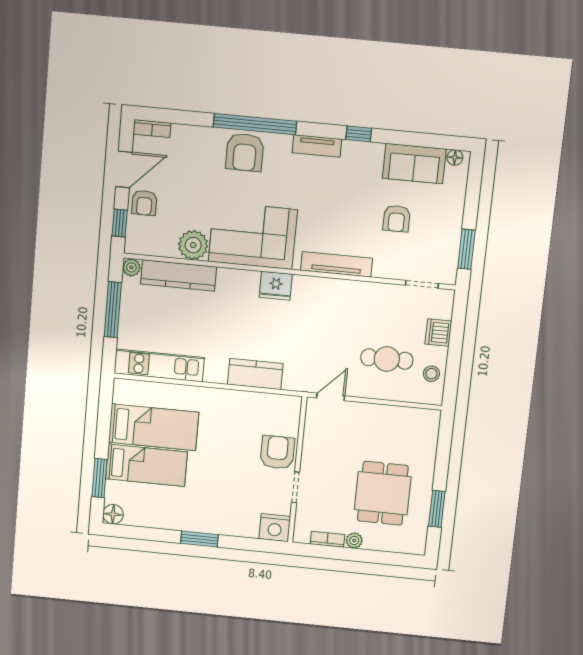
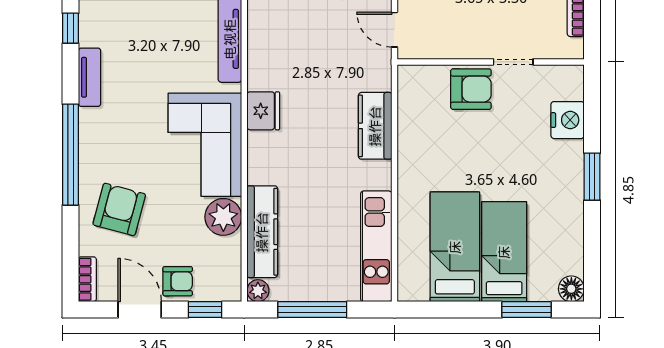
armchair: (245, 152) -> (119, 209), moved, turned -75
armchair: (277, 452) -> (471, 89), turned 180
nightstand: (275, 528) -> (568, 120), moved

